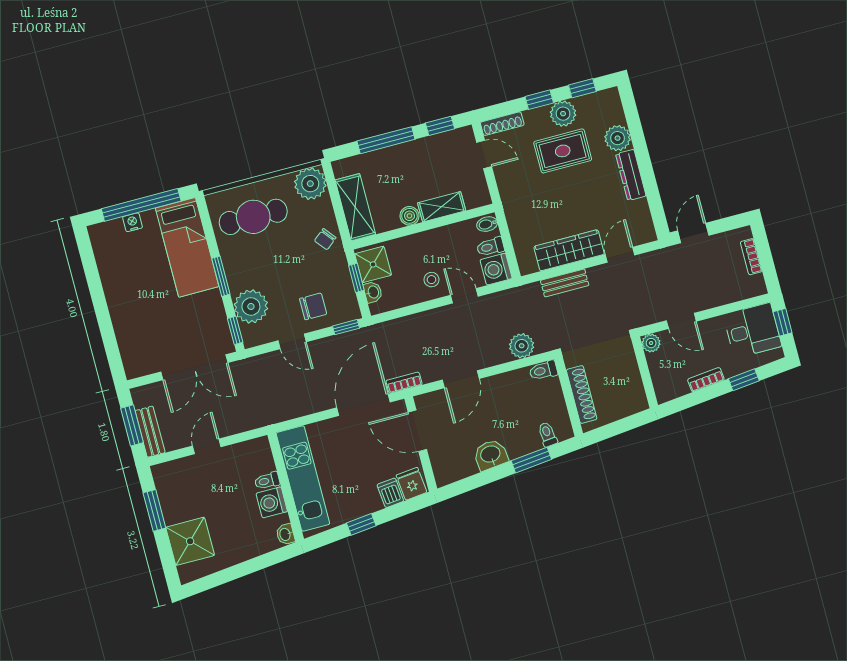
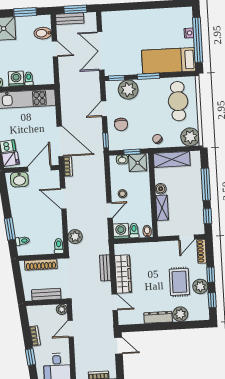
bench: (631, 375) -> (46, 294), added
washbasin: (491, 455) -> (19, 179), moved, turned 96
bidet: (184, 473) -> (43, 33), added

